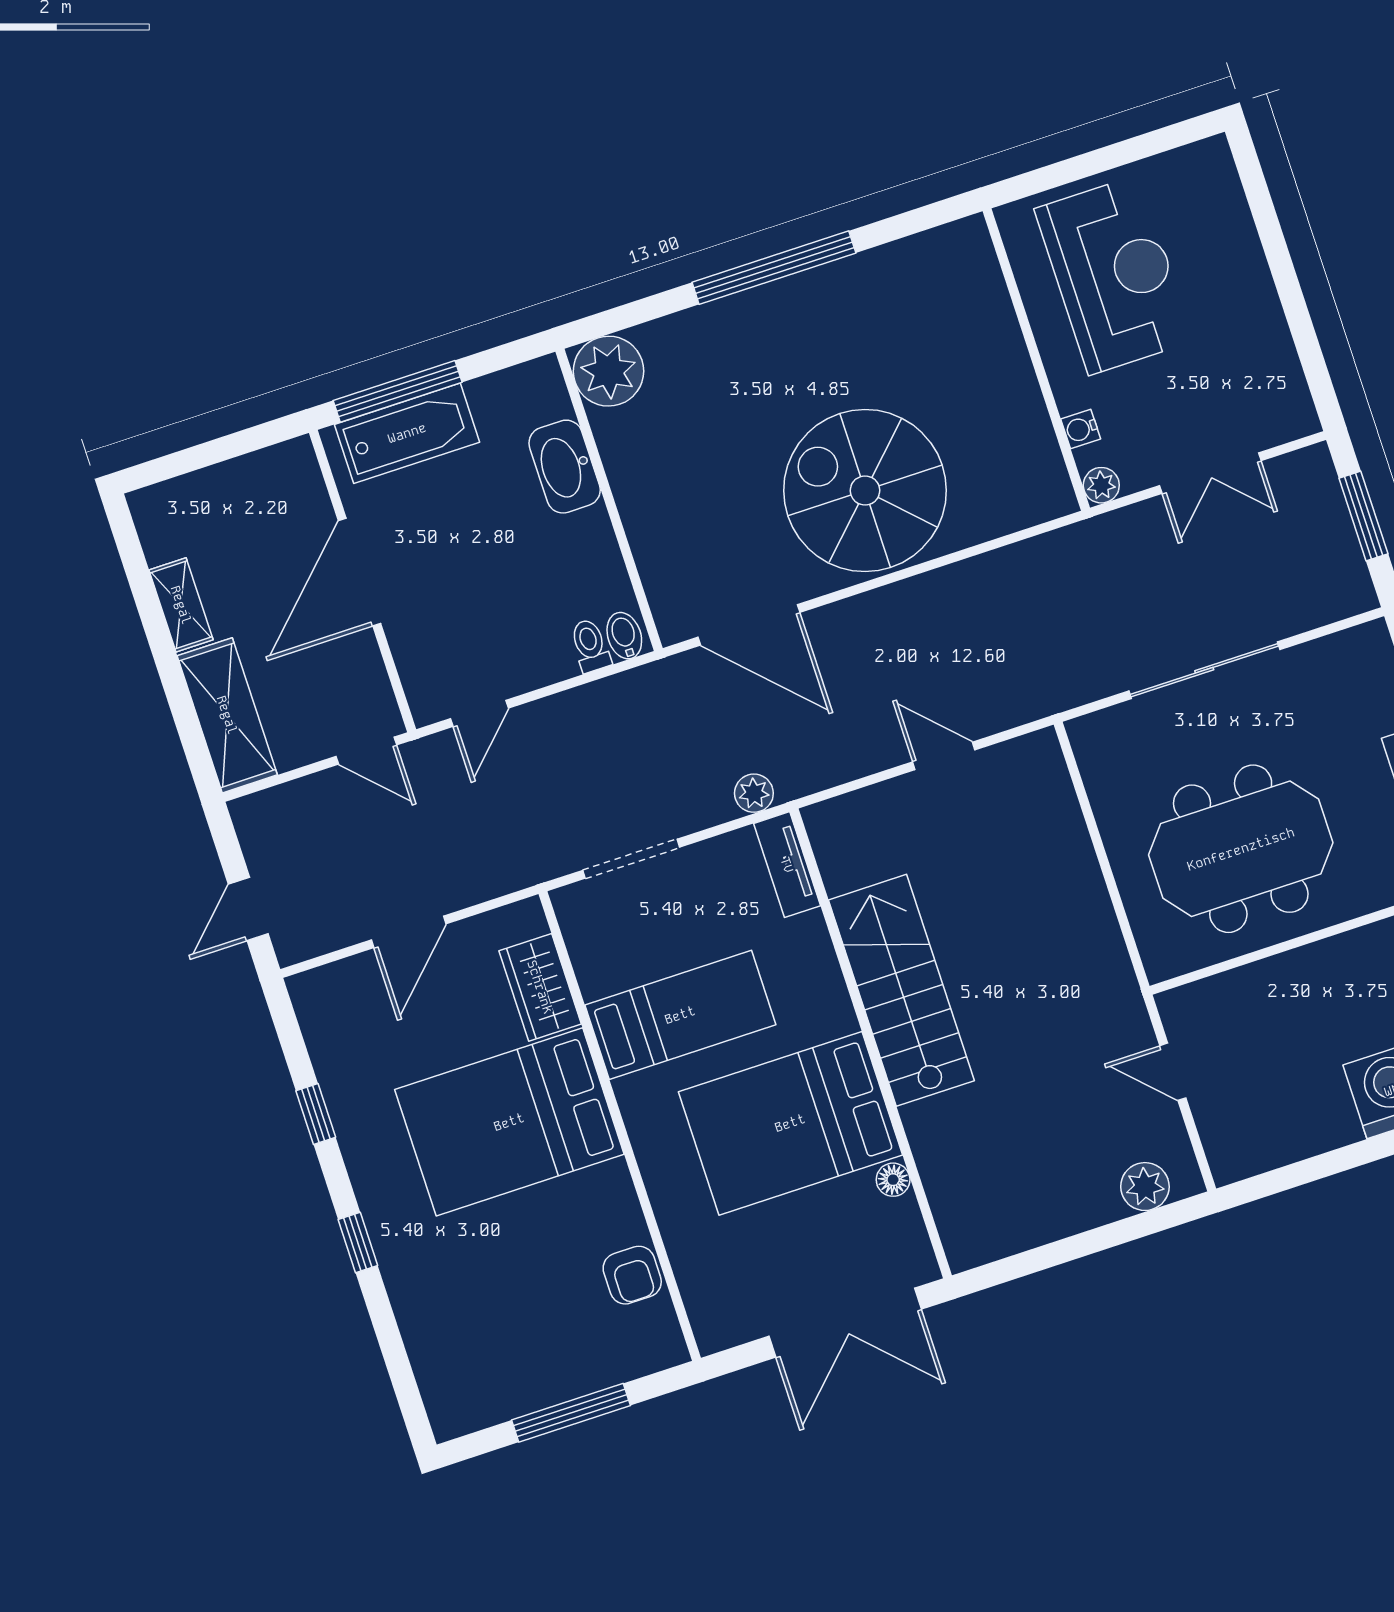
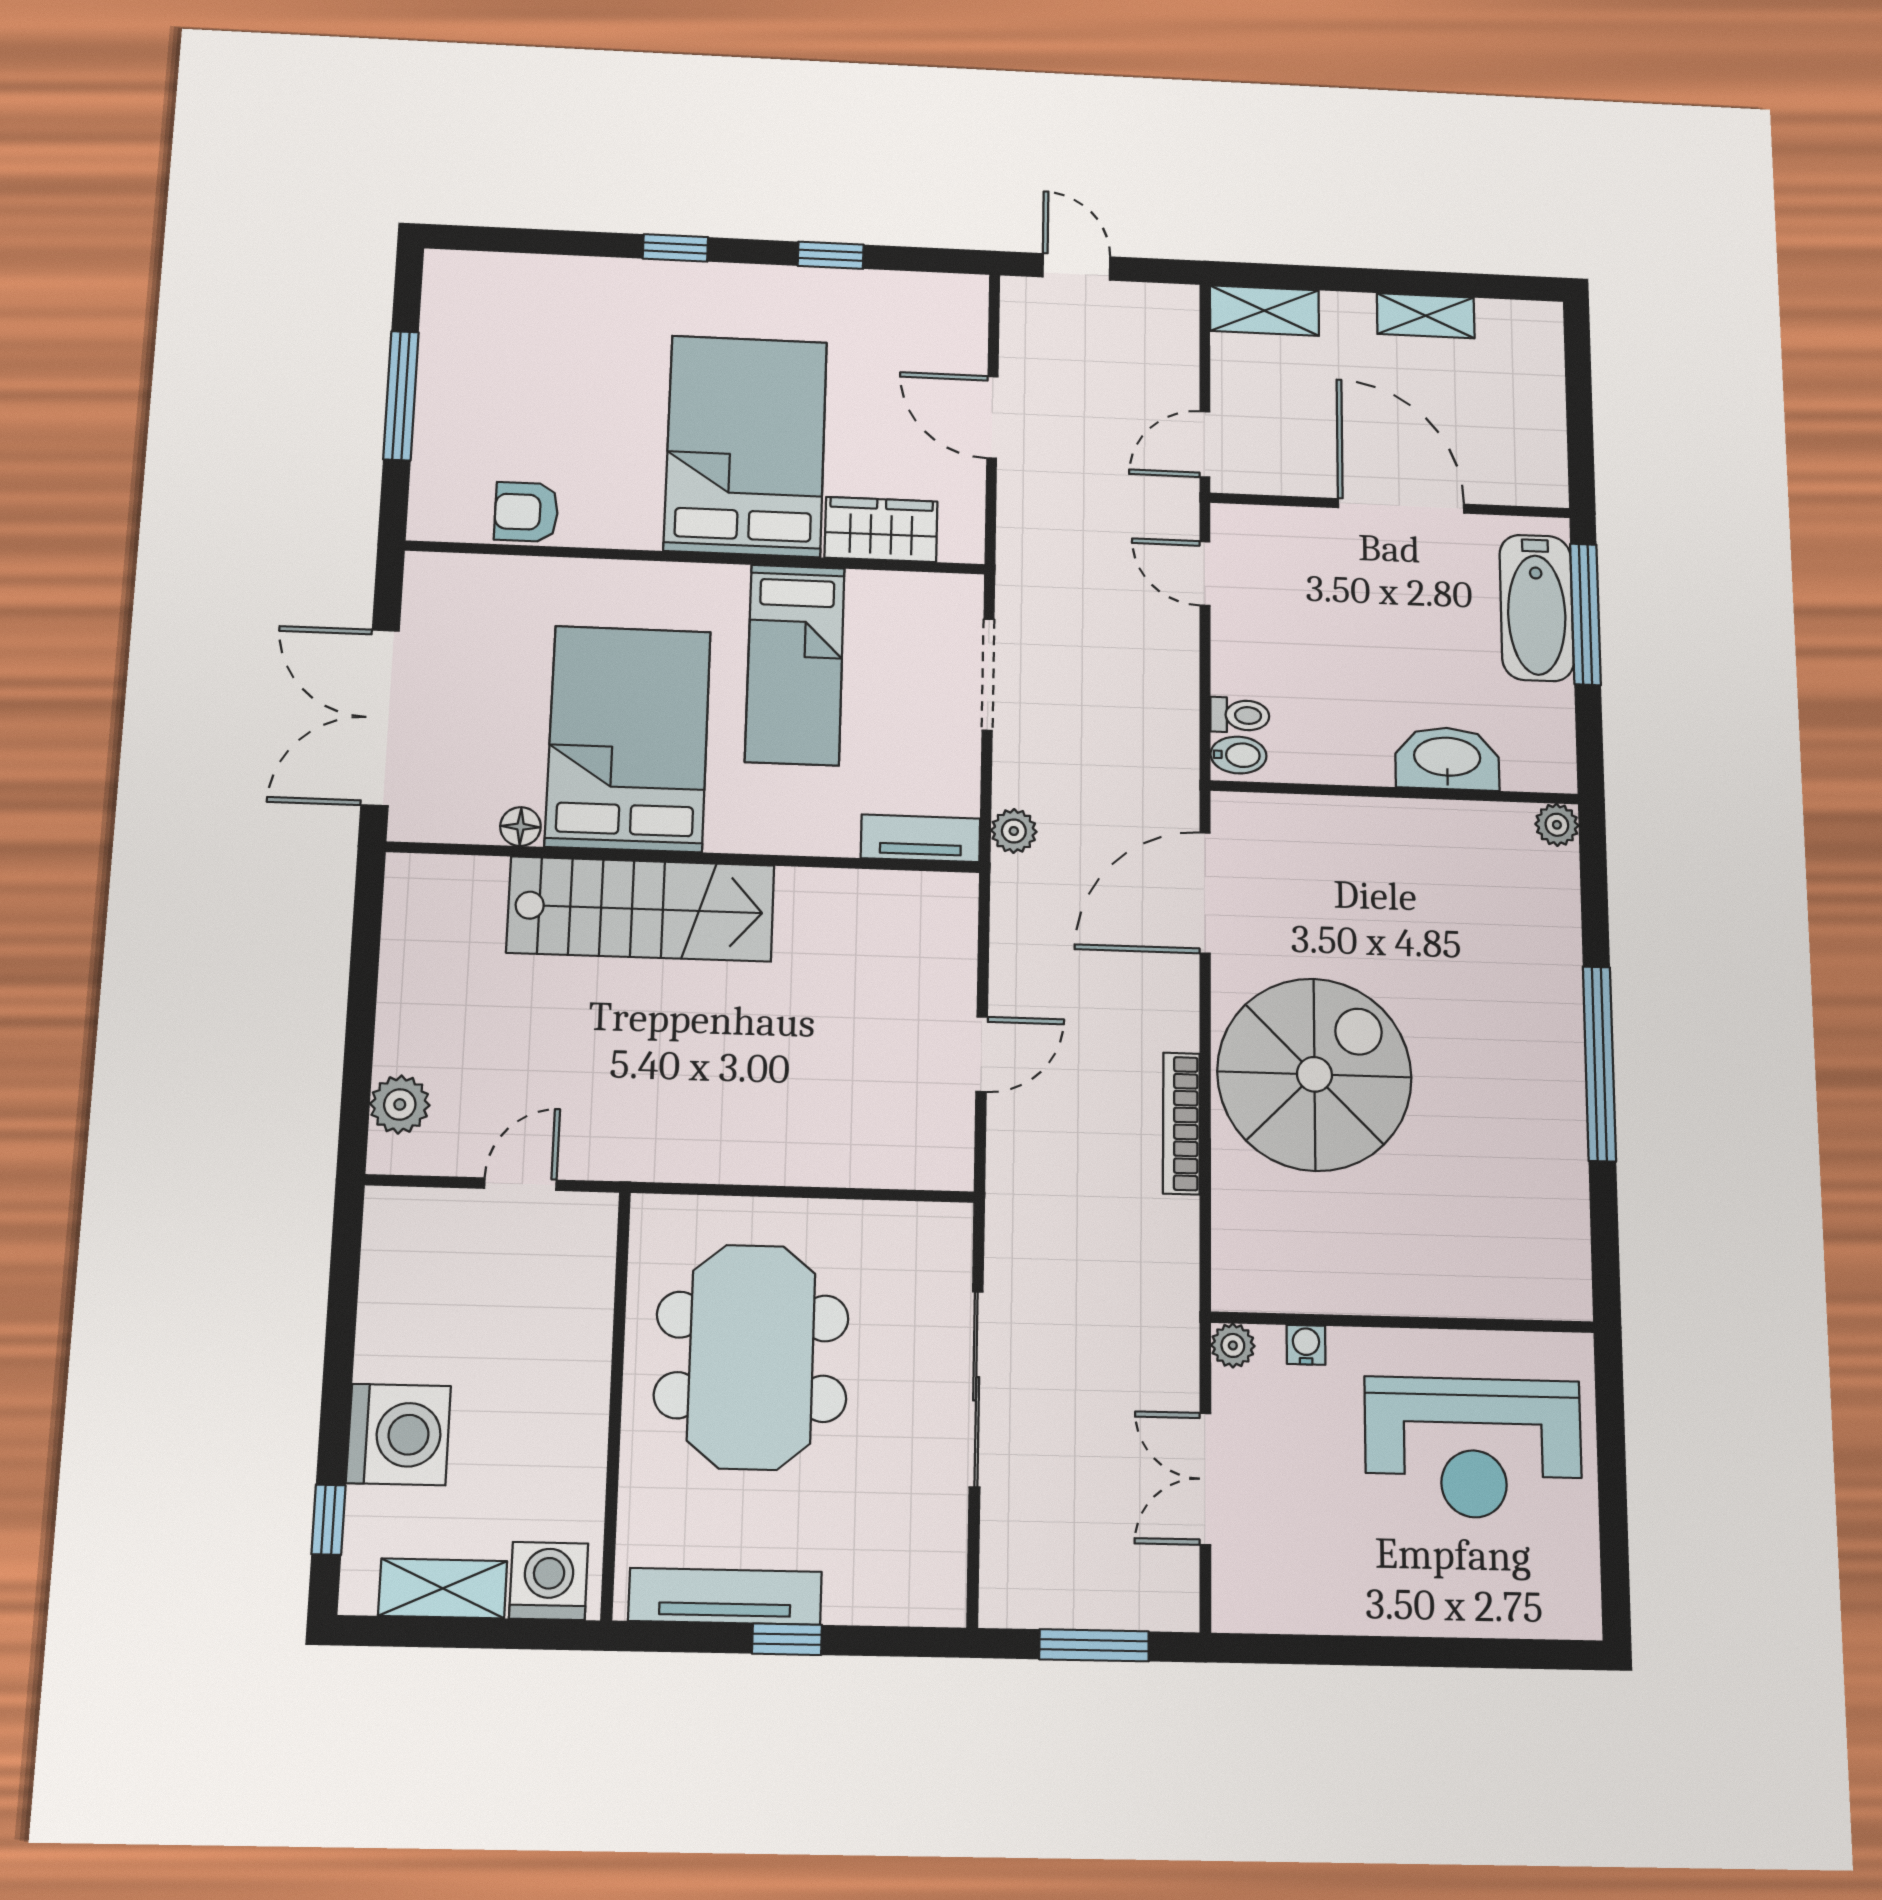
plant: (609, 371) -> (1557, 825), width x0.53, depth x0.53
bookcase: (942, 582) -> (1181, 1123), added
shelving: (227, 715) -> (1264, 311), width x0.67, depth x0.75
stairs: (901, 990) -> (641, 909), moved

